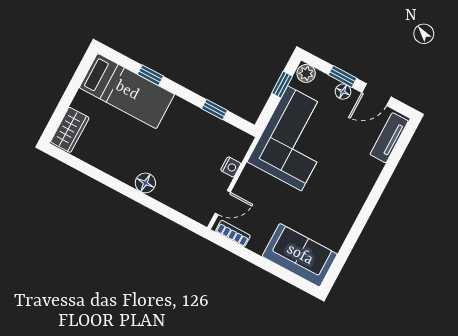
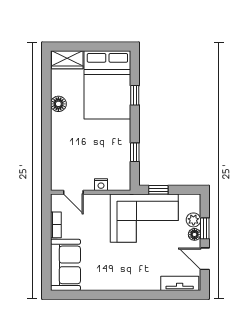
plant: (306, 73) -> (193, 220), moved
window: (282, 85) -> (158, 190), moved
bed: (127, 91) -> (107, 85), width x1.50
floor lamp: (145, 183) -> (58, 104), moved
bookcase: (233, 233) -> (56, 225), moved

